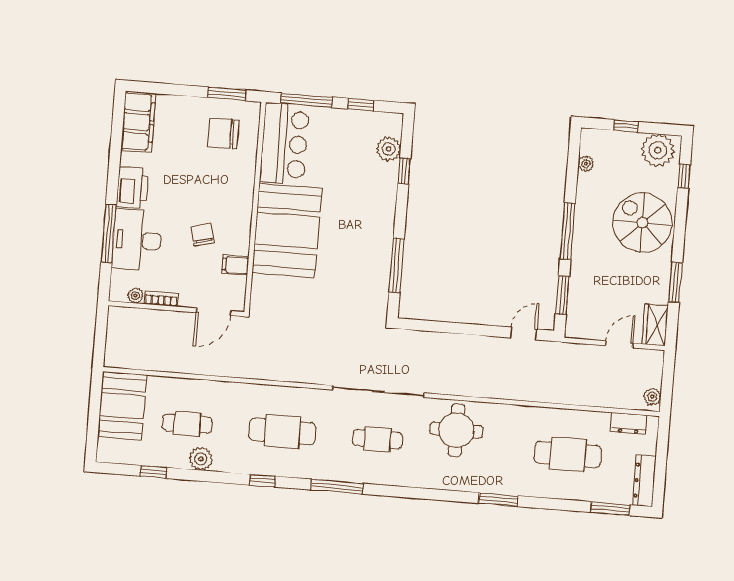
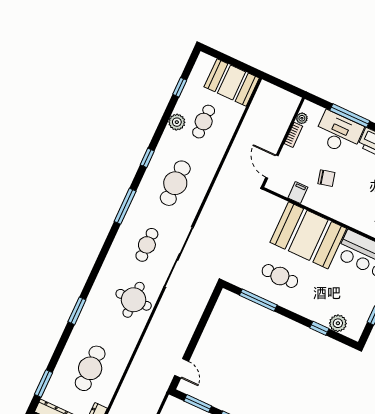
cafe table: (354, 248) -> (280, 276), added

